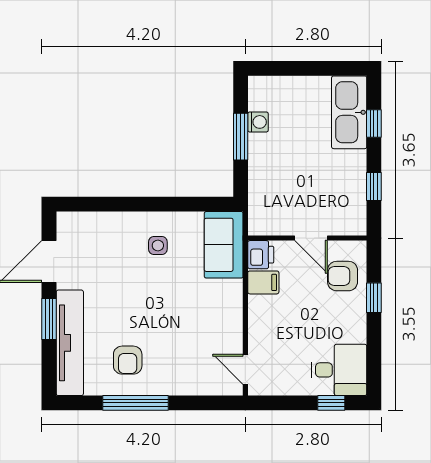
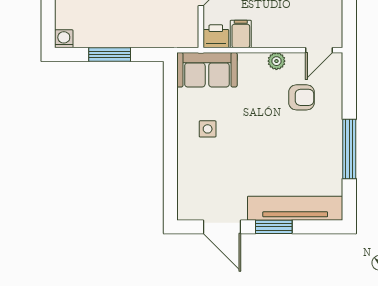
washing machine: (258, 122) -> (64, 39), moved
plant: (233, 322) -> (276, 61), added
armchair: (128, 360) -> (302, 97), moved

